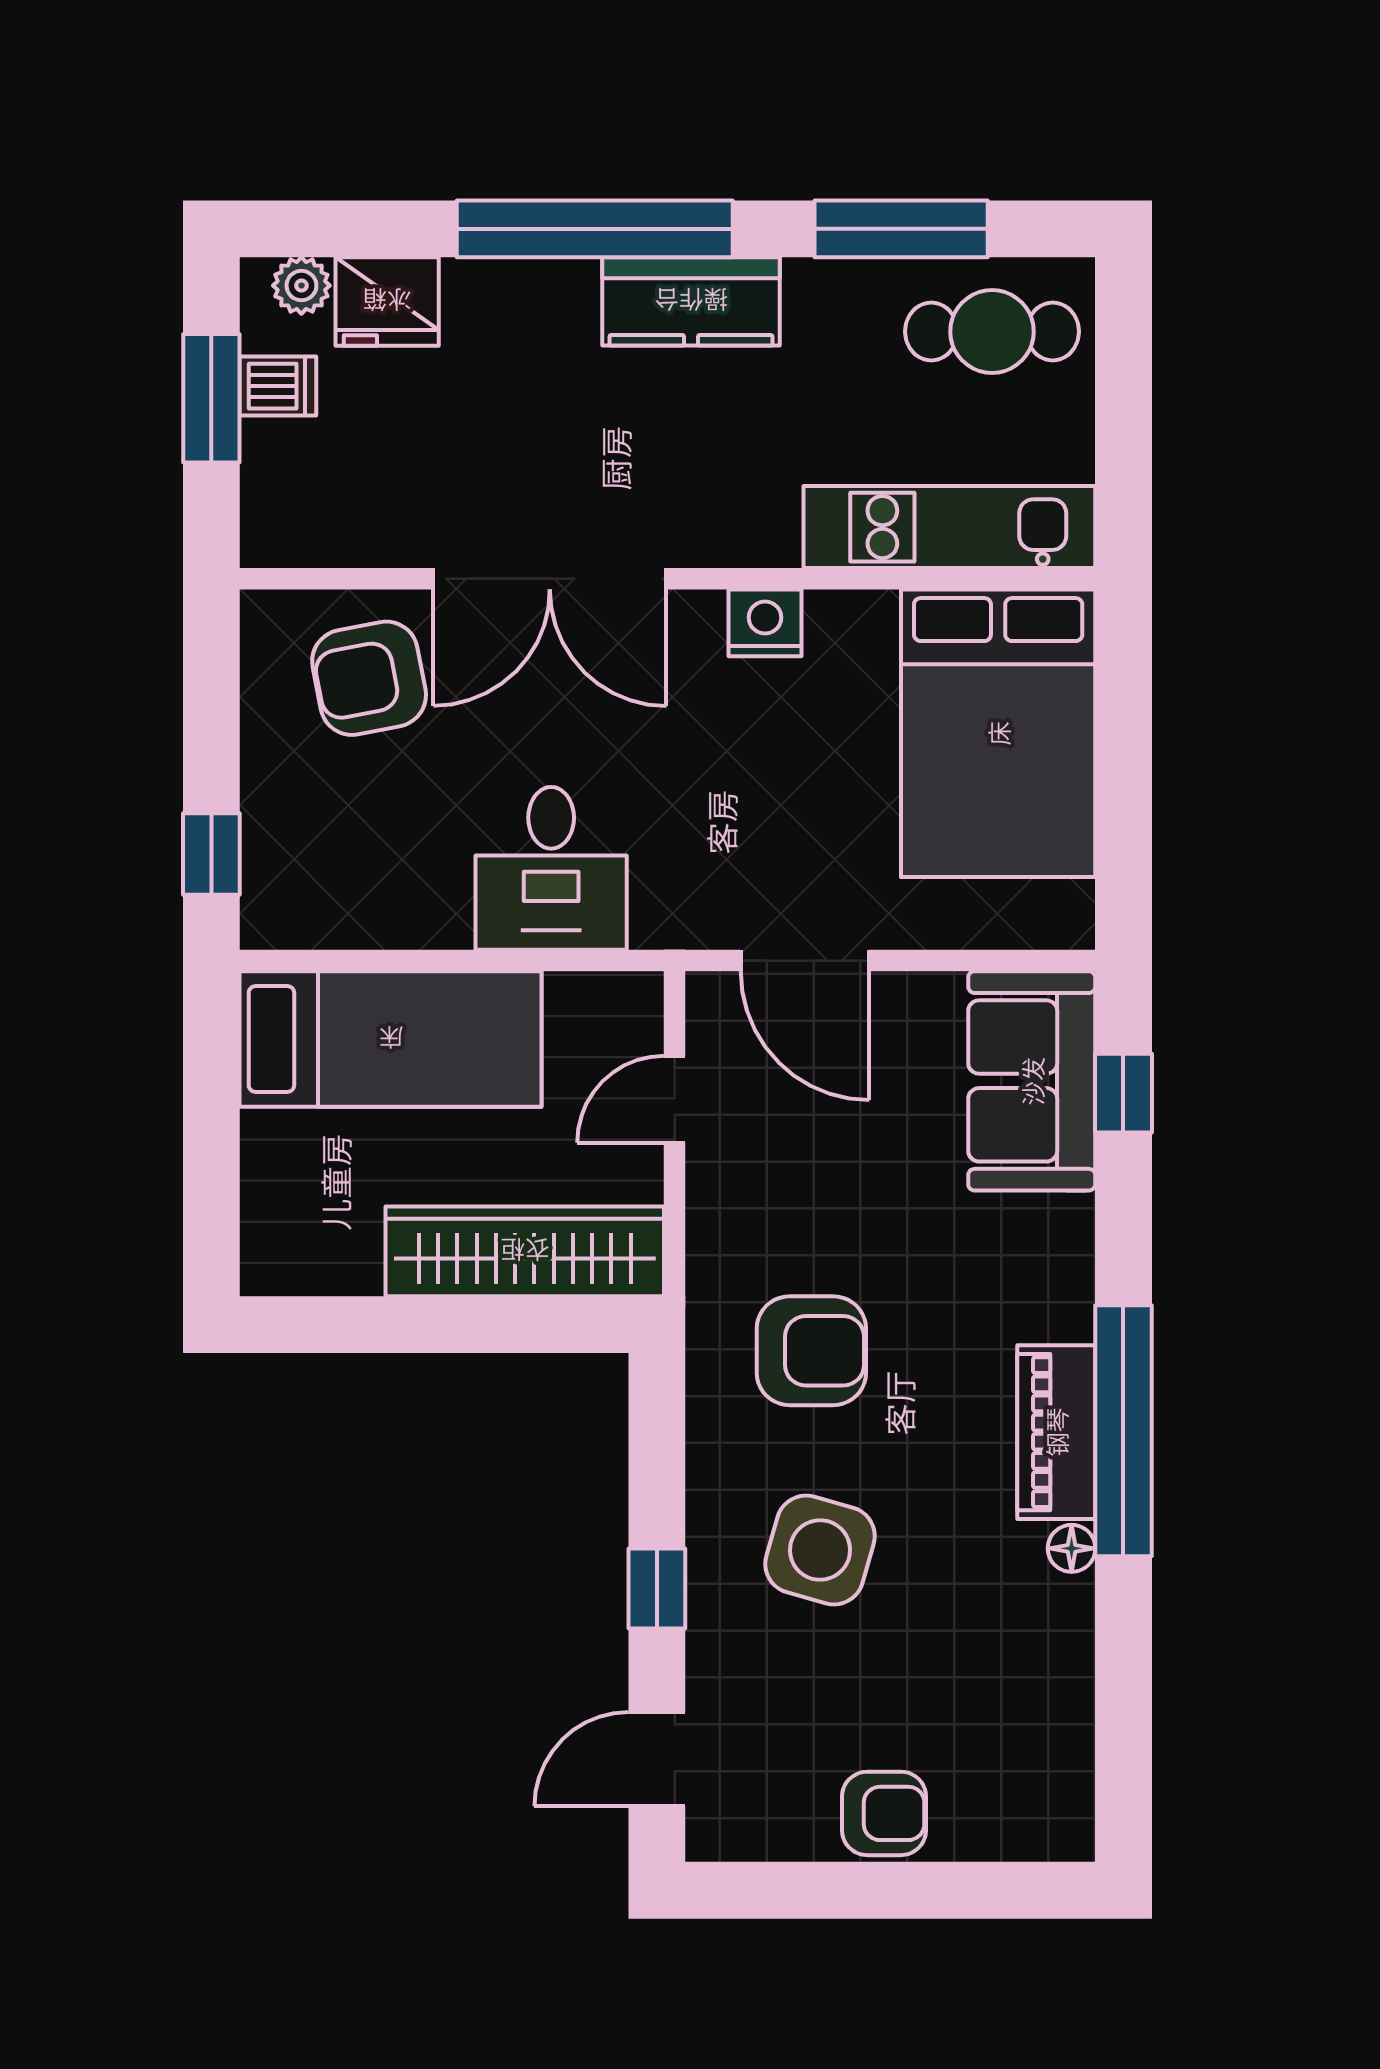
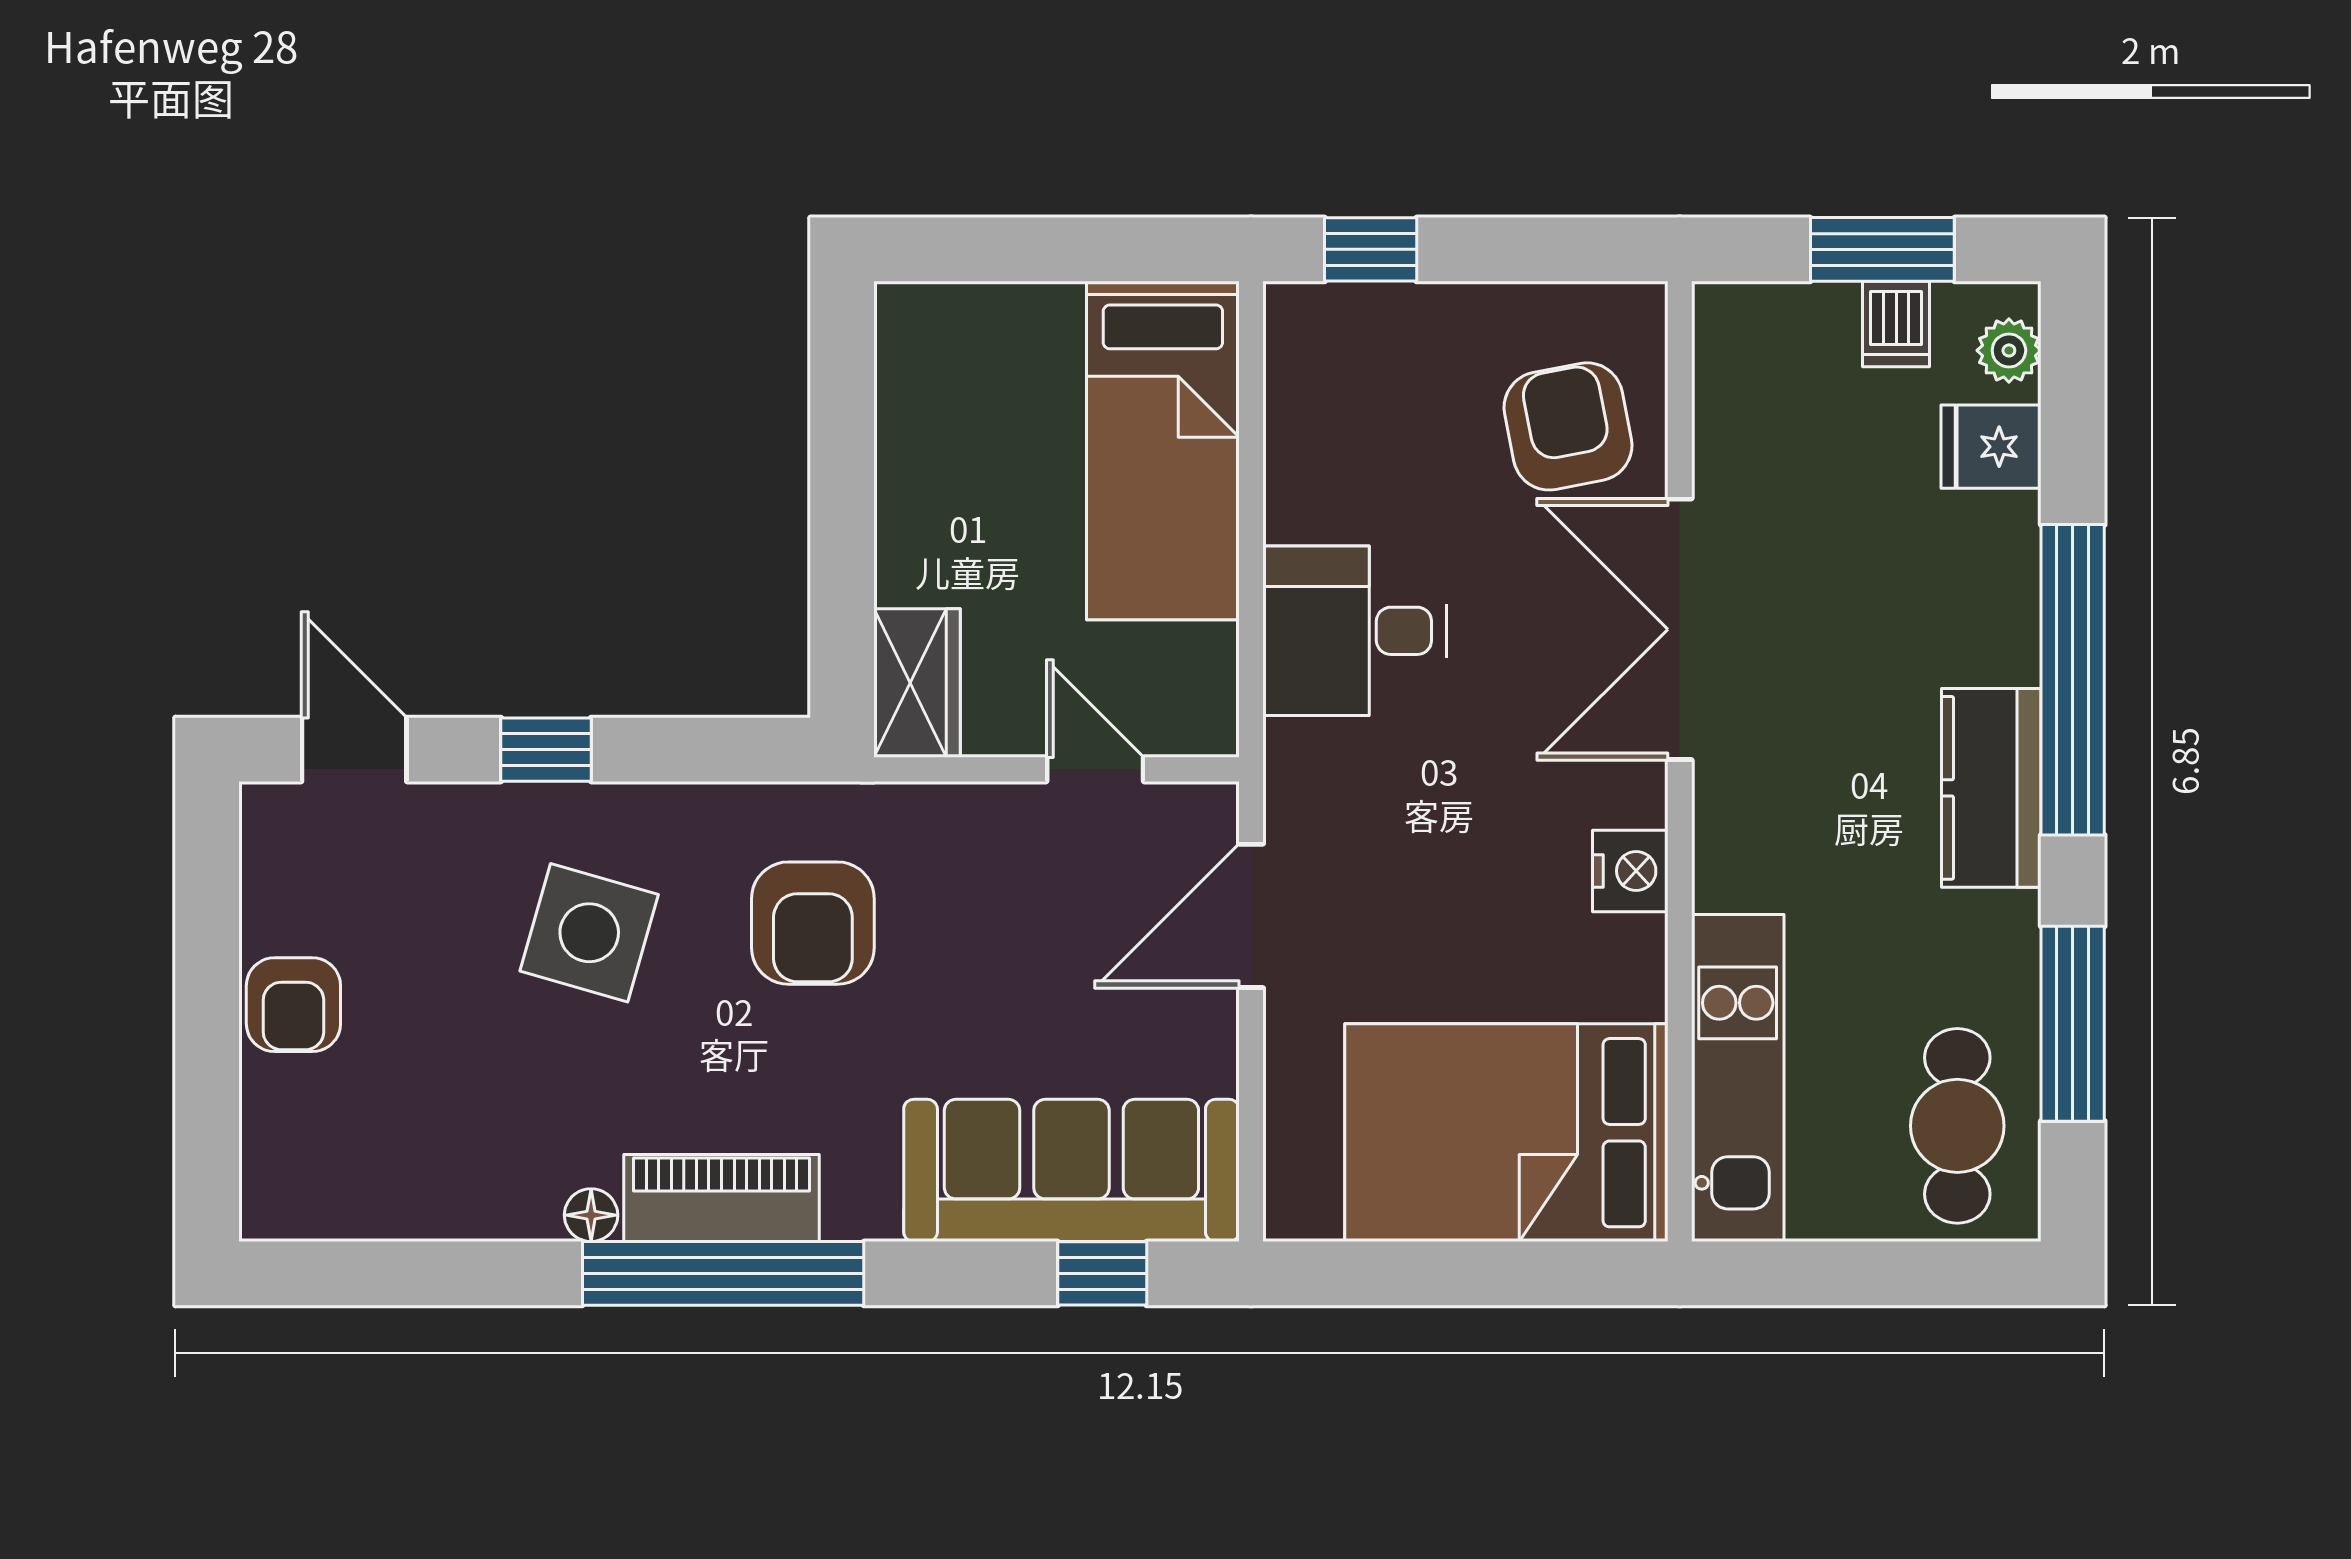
fridge: (387, 301) -> (1991, 447), width x0.72
sofa: (1032, 1081) -> (1071, 1170), width x1.36
wardrobe: (525, 1251) -> (917, 683), width x0.48, depth x0.85

